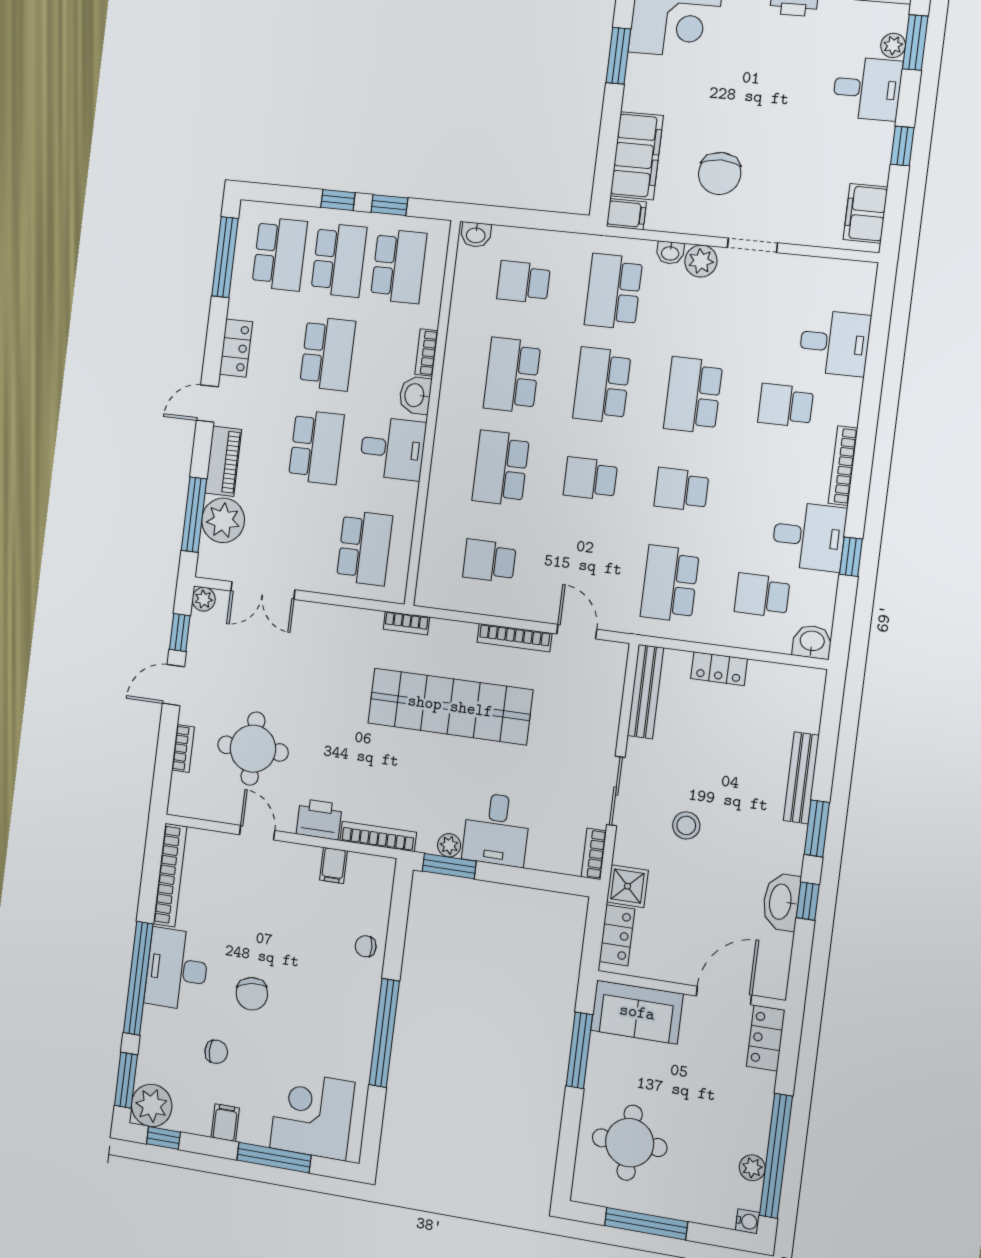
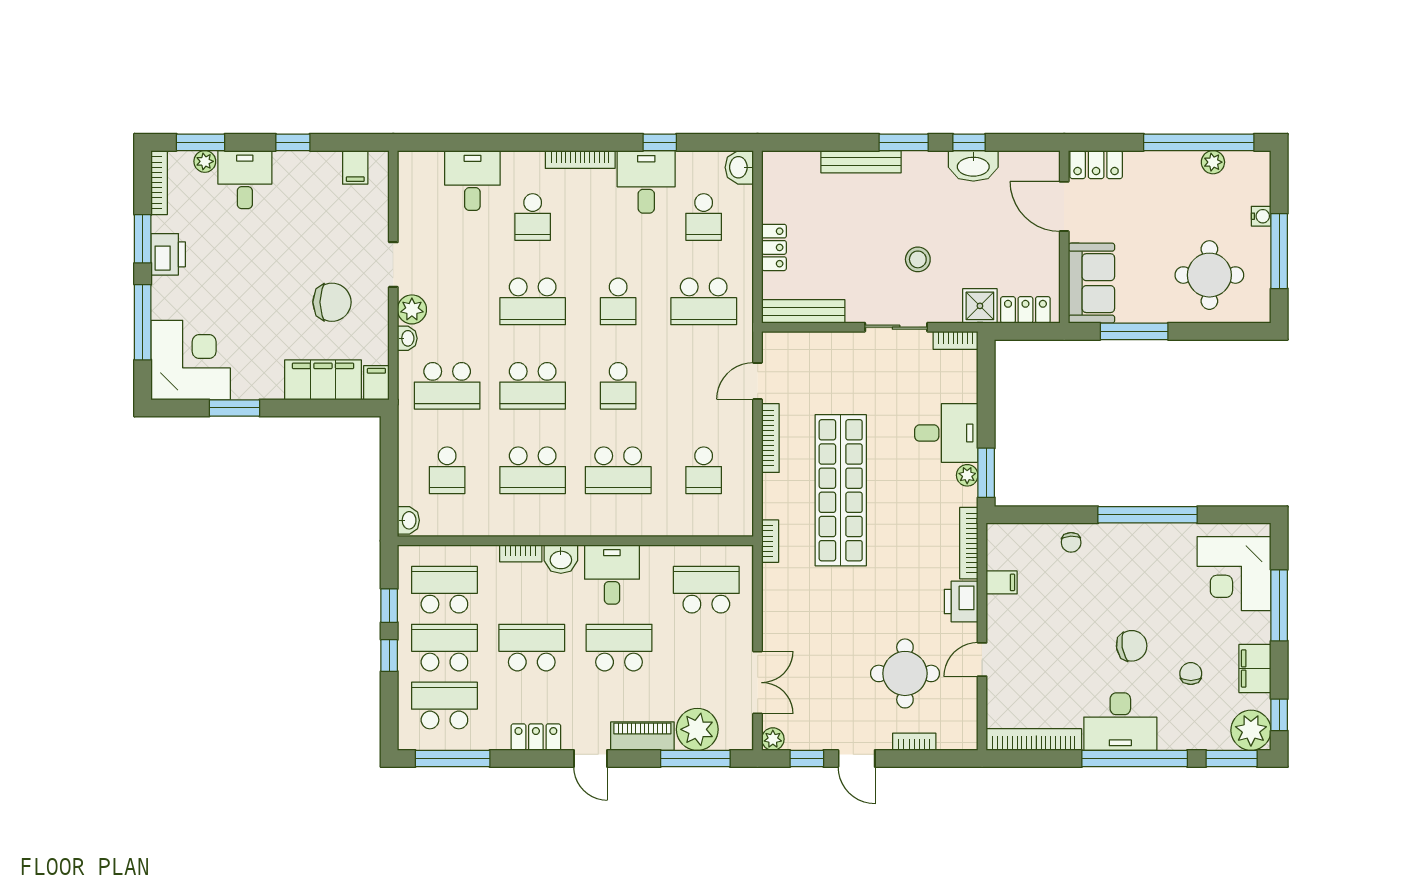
filing cabinet: (865, 213) -> (355, 167), width x0.50
filing cabinet: (225, 1123) -> (1255, 669), width x2.00
water cooler: (748, 1221) -> (1261, 216), moved, turned 90

